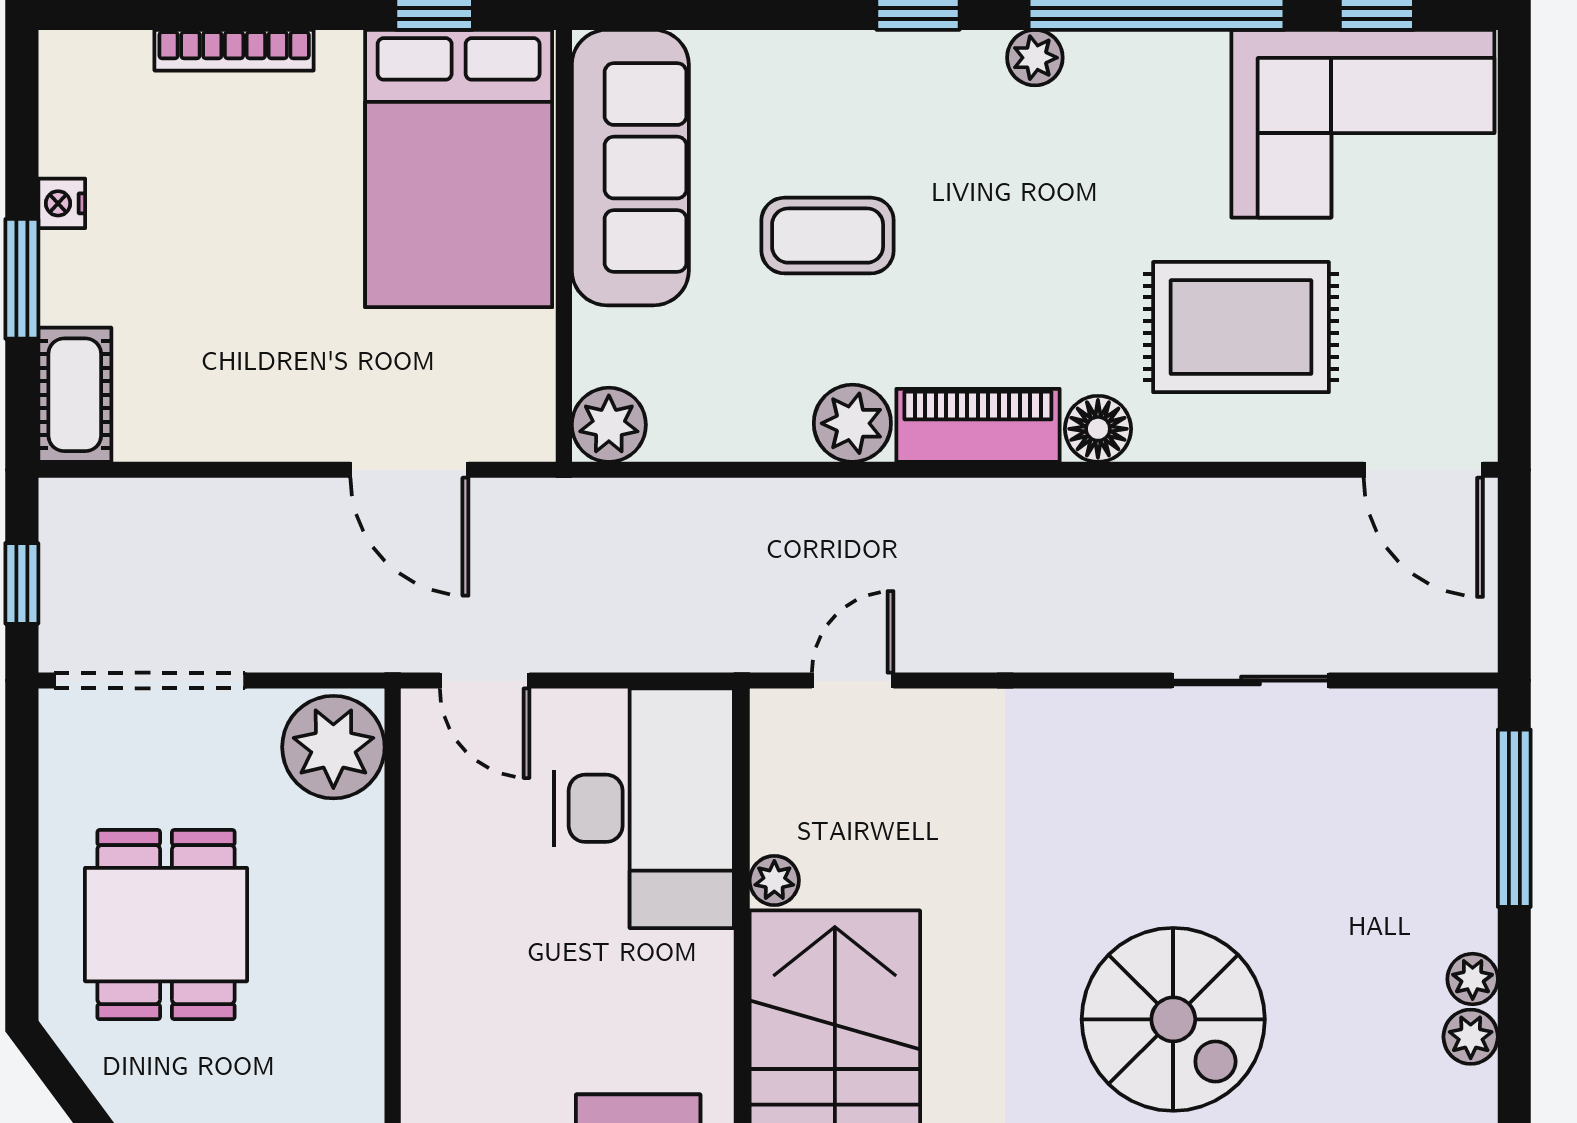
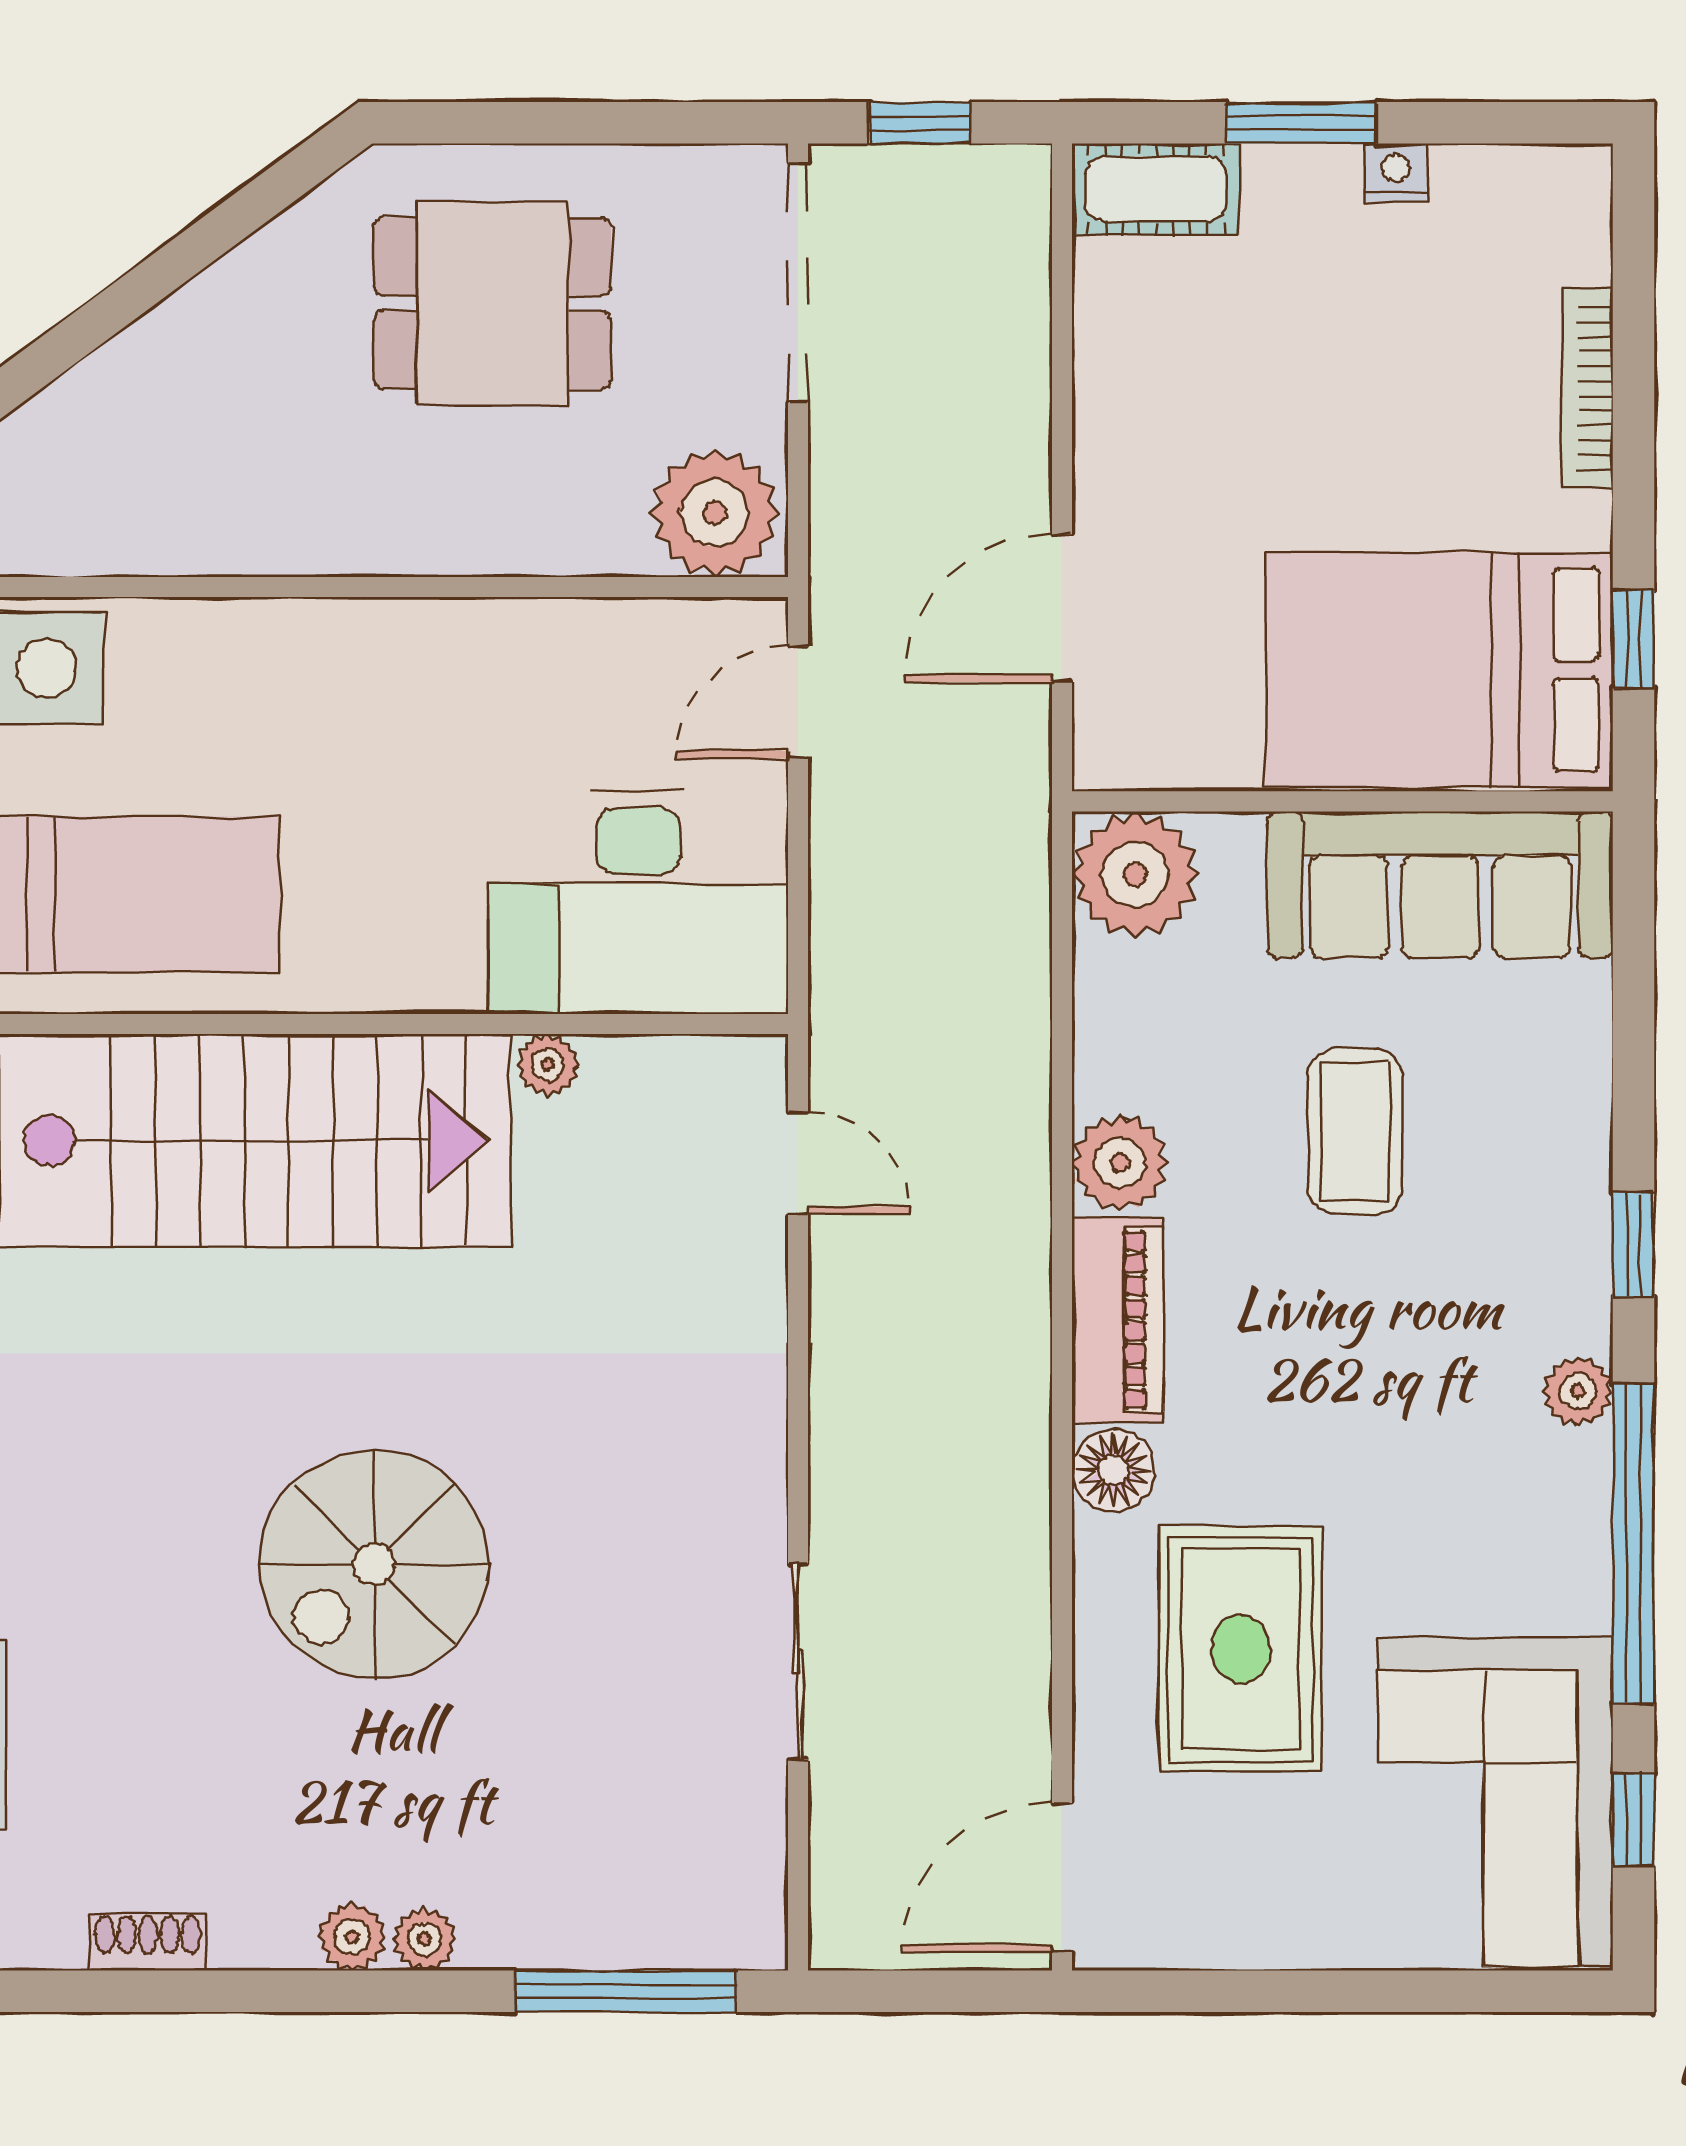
plant: (609, 425) -> (1135, 875), width x1.36, depth x1.36

